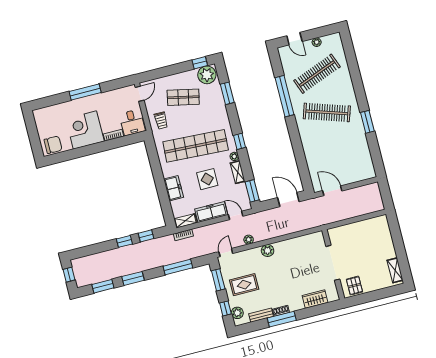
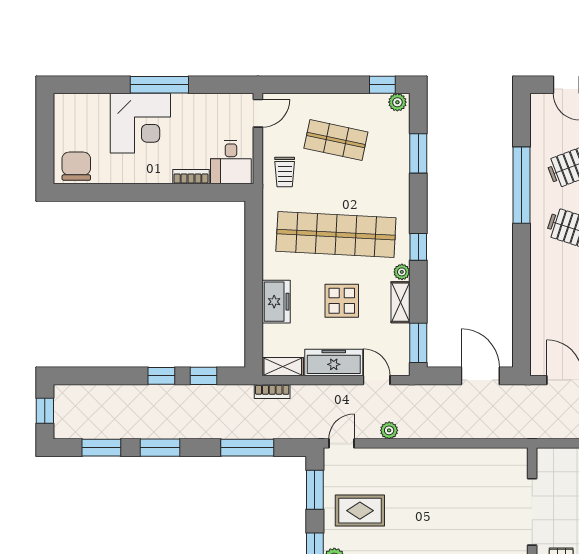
plant: (207, 75) -> (397, 102), width x0.53, depth x0.53
corner desk: (85, 130) -> (140, 123), moved, turned 180
chair: (53, 145) -> (76, 166), turned -90
plant: (268, 251) -> (419, 459), removed

